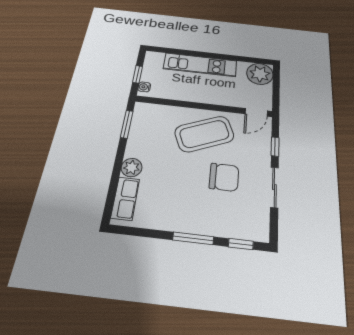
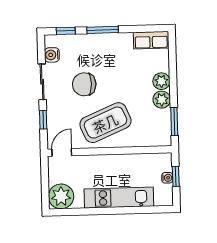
water cooler: (144, 87) -> (167, 178), moved
plant: (136, 148) -> (162, 100), added
row of seats: (125, 198) -> (151, 40), moved, turned -90
water cooler: (261, 217) -> (52, 55), added

